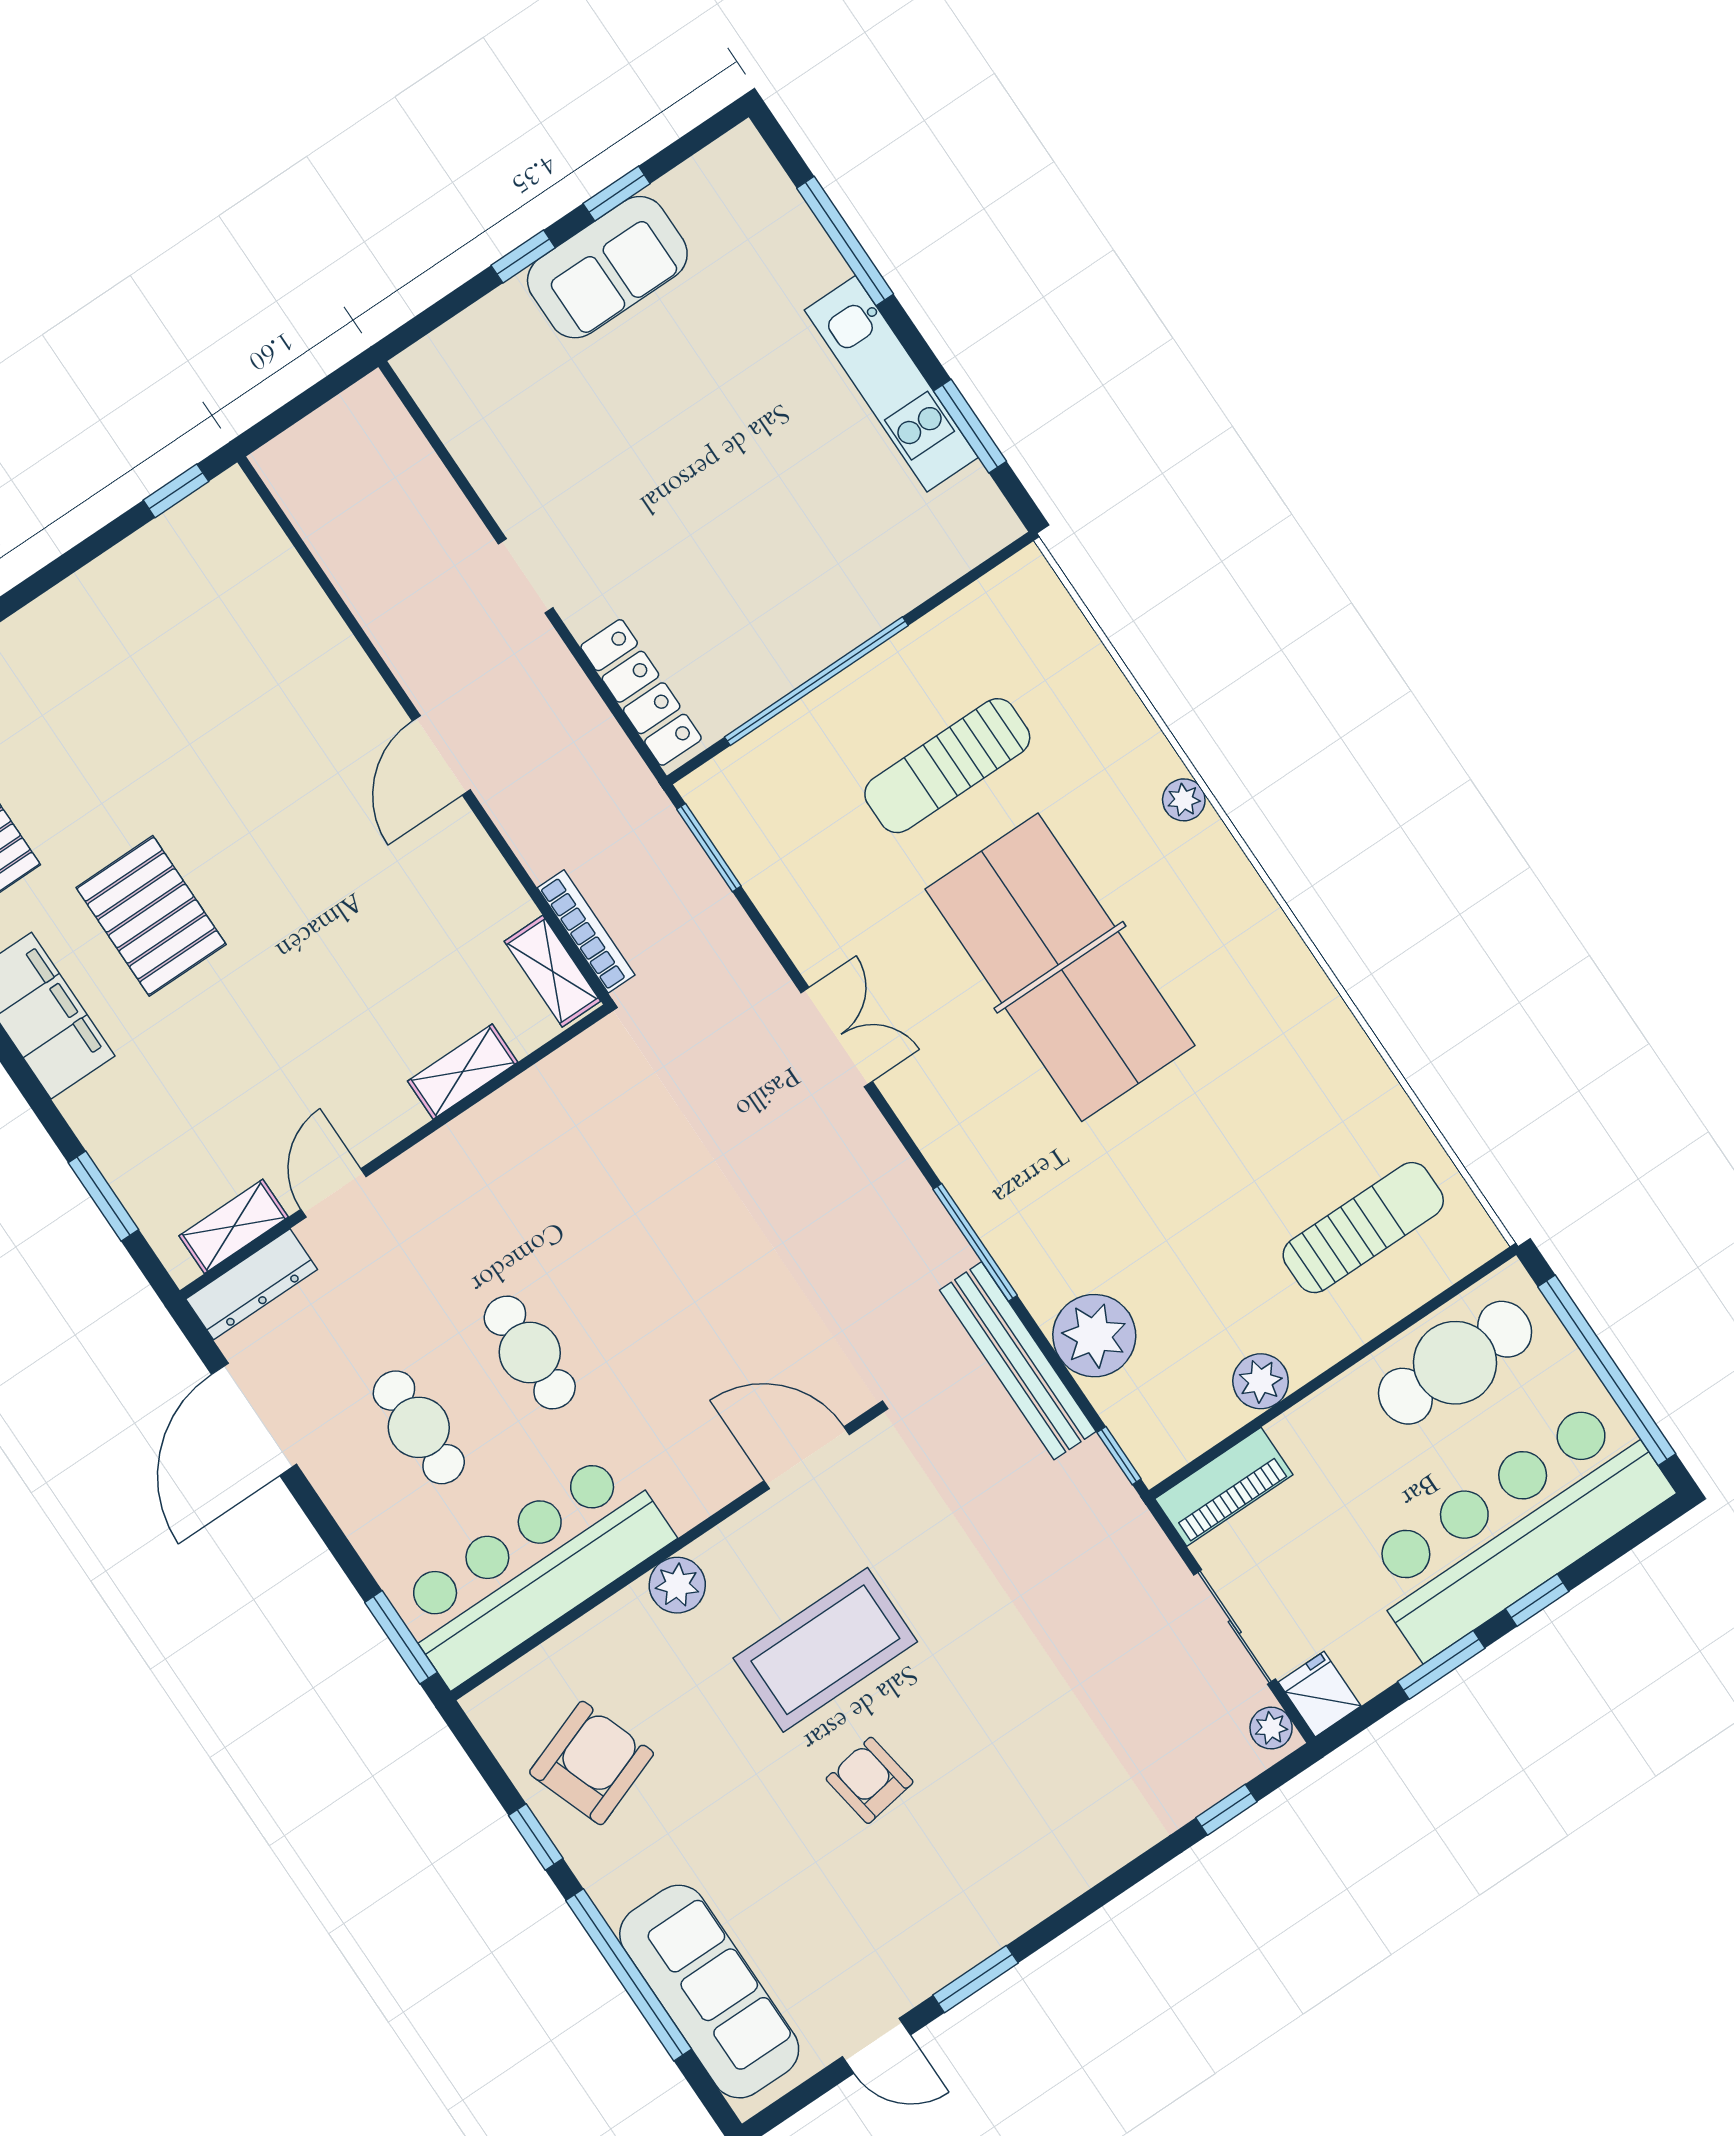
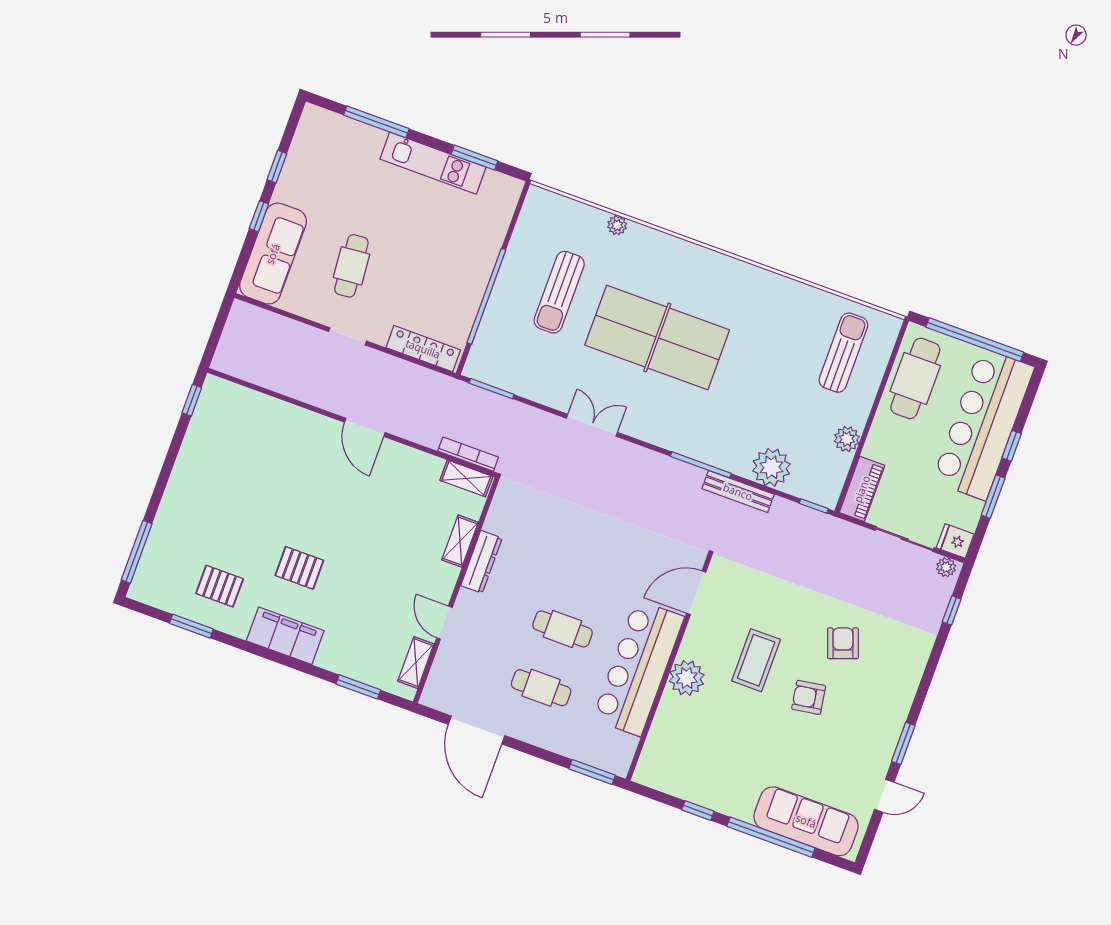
sofa: (607, 267) -> (273, 254), moved, width x1.36
cafe table: (621, 459) -> (351, 266), added
plant: (1184, 800) -> (617, 225), moved
pallet: (151, 916) -> (299, 568), width x0.67, depth x0.71
dresser: (252, 1284) -> (481, 562), moved
bench: (1018, 1361) -> (738, 492), width x0.73, depth x0.82
bar counter: (533, 1568) -> (638, 668), moved
plant: (677, 1585) -> (687, 678), width x1.36, depth x1.36
coffee table: (825, 1650) -> (756, 660), width x0.73, depth x0.76
armchair: (592, 1763) -> (843, 643), moved, width x0.72, depth x0.72

